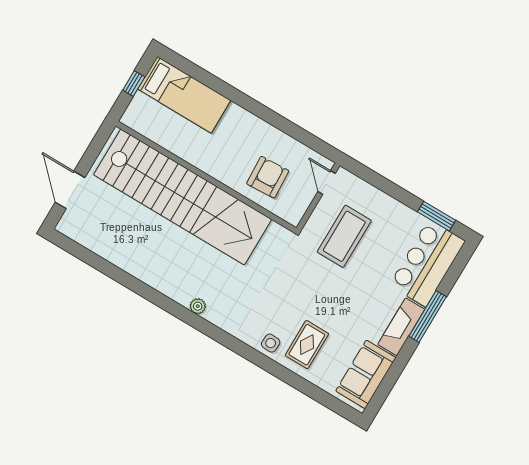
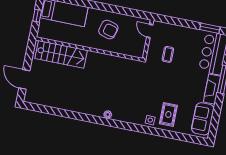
armchair: (268, 177) -> (108, 30), moved, turned 109
stairs: (183, 197) -> (61, 54), width x0.54, depth x0.66
coffee table: (344, 236) -> (168, 54), width x0.54, depth x0.58

